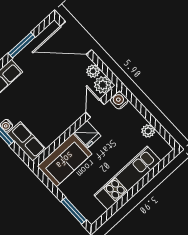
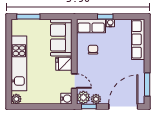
window: (22, 45) -> (147, 84), moved
window: (107, 71) -> (89, 106), added
chair: (48, 118) -> (93, 50), added
plant: (148, 131) -> (16, 99), moved

